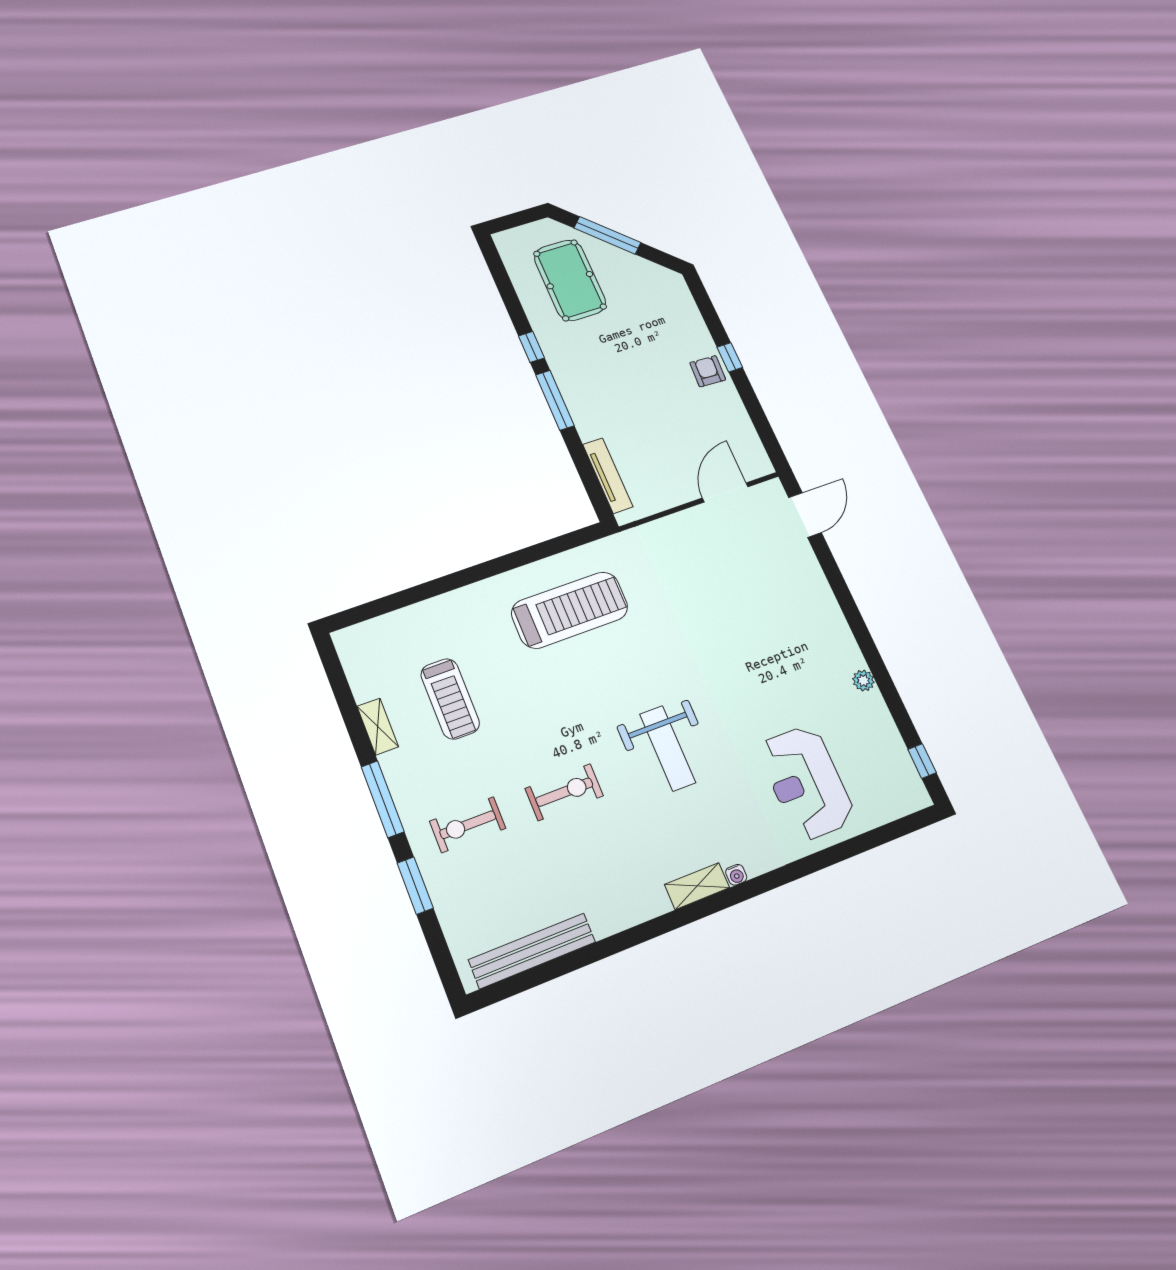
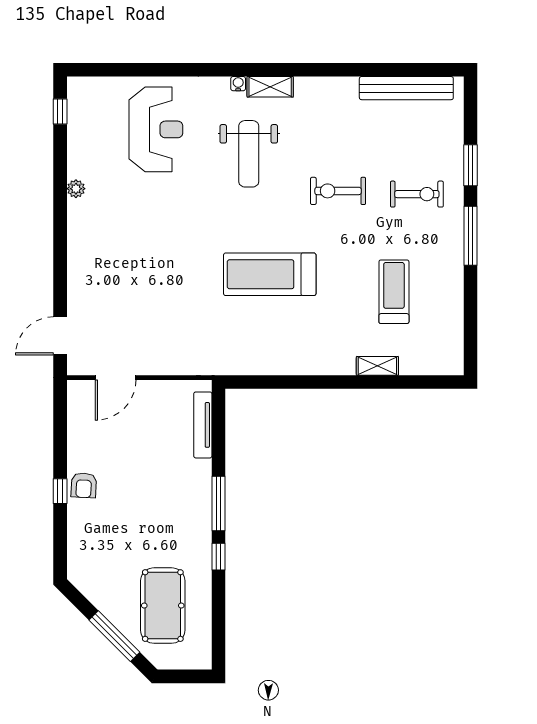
treadmill: (570, 610) -> (270, 274), moved
shelving: (378, 727) -> (377, 366), moved, turned 90
weight bench: (668, 748) -> (249, 154), moved, turned 180

